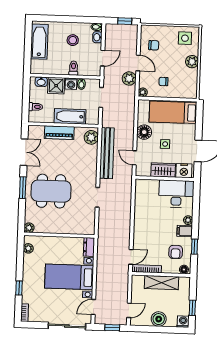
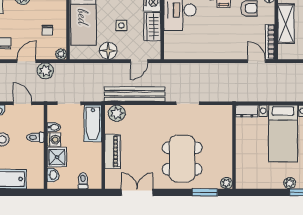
bathtub: (70, 116) -> (93, 123), moved
window: (23, 188) -> (205, 192), moved
plant: (28, 248) -> (290, 183), moved

